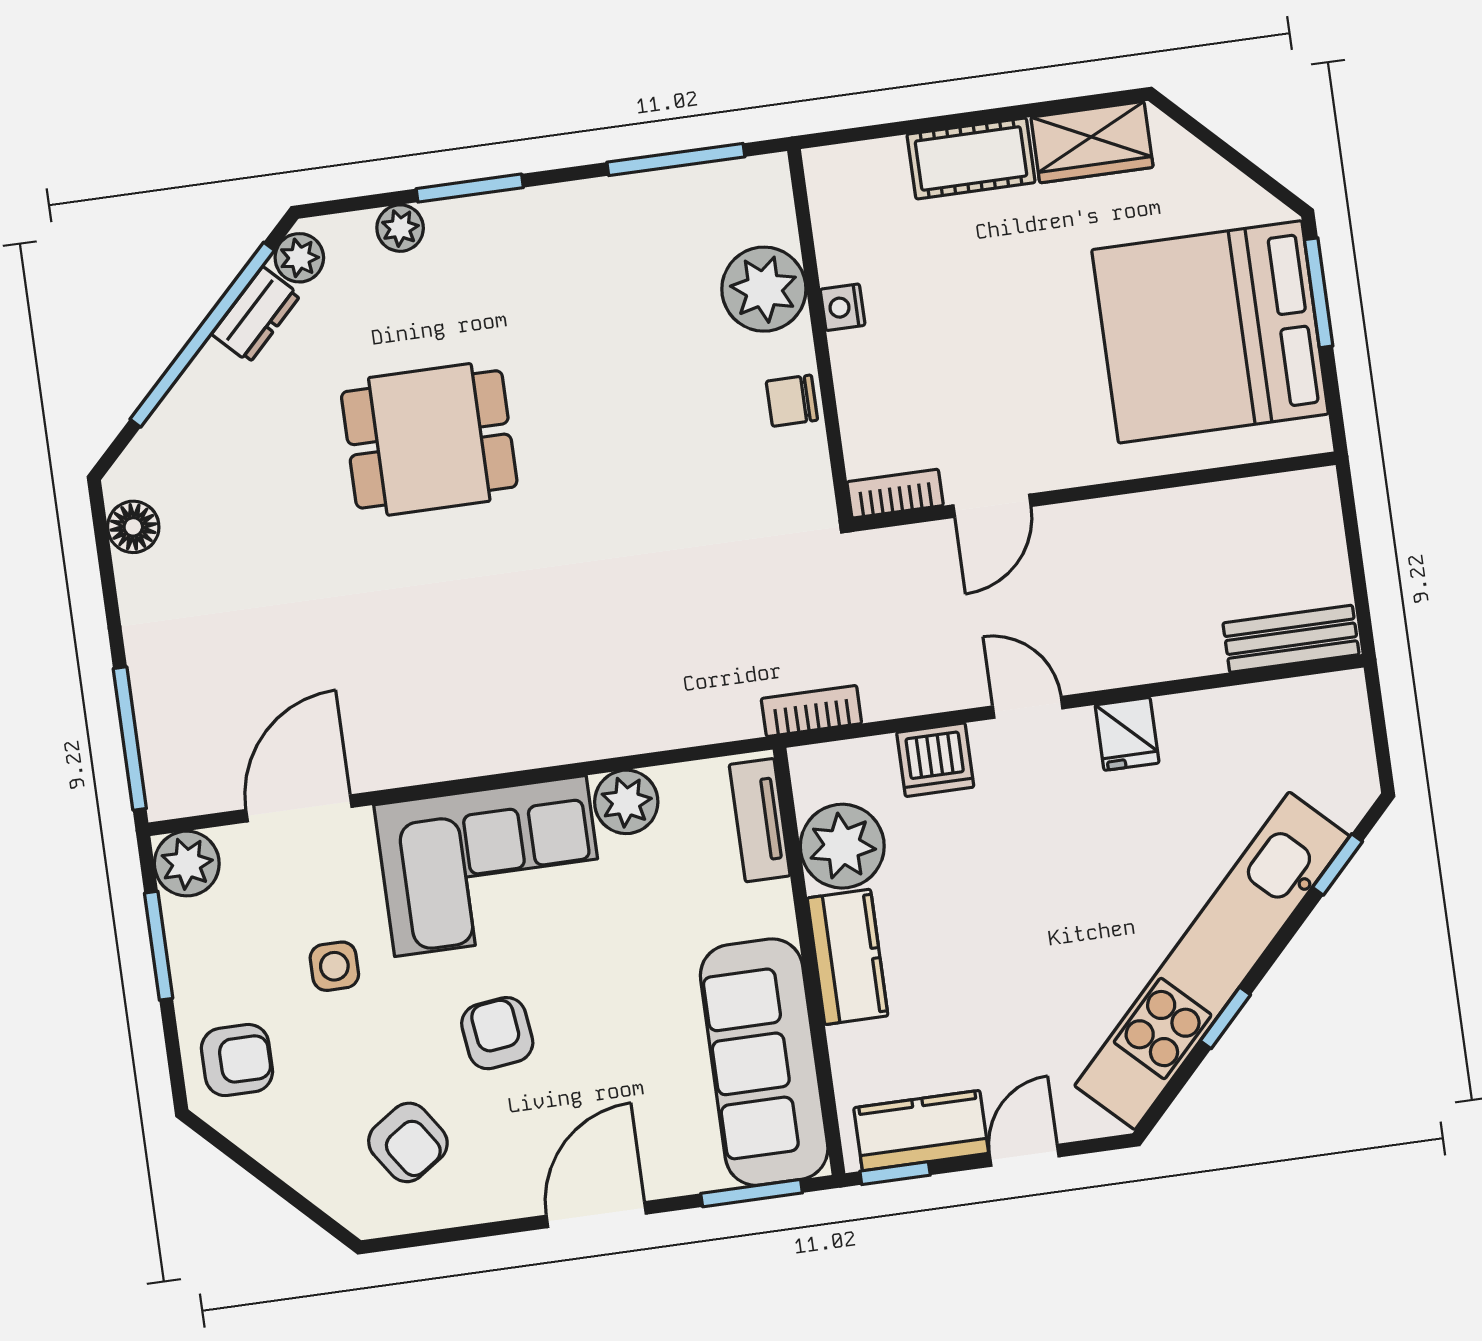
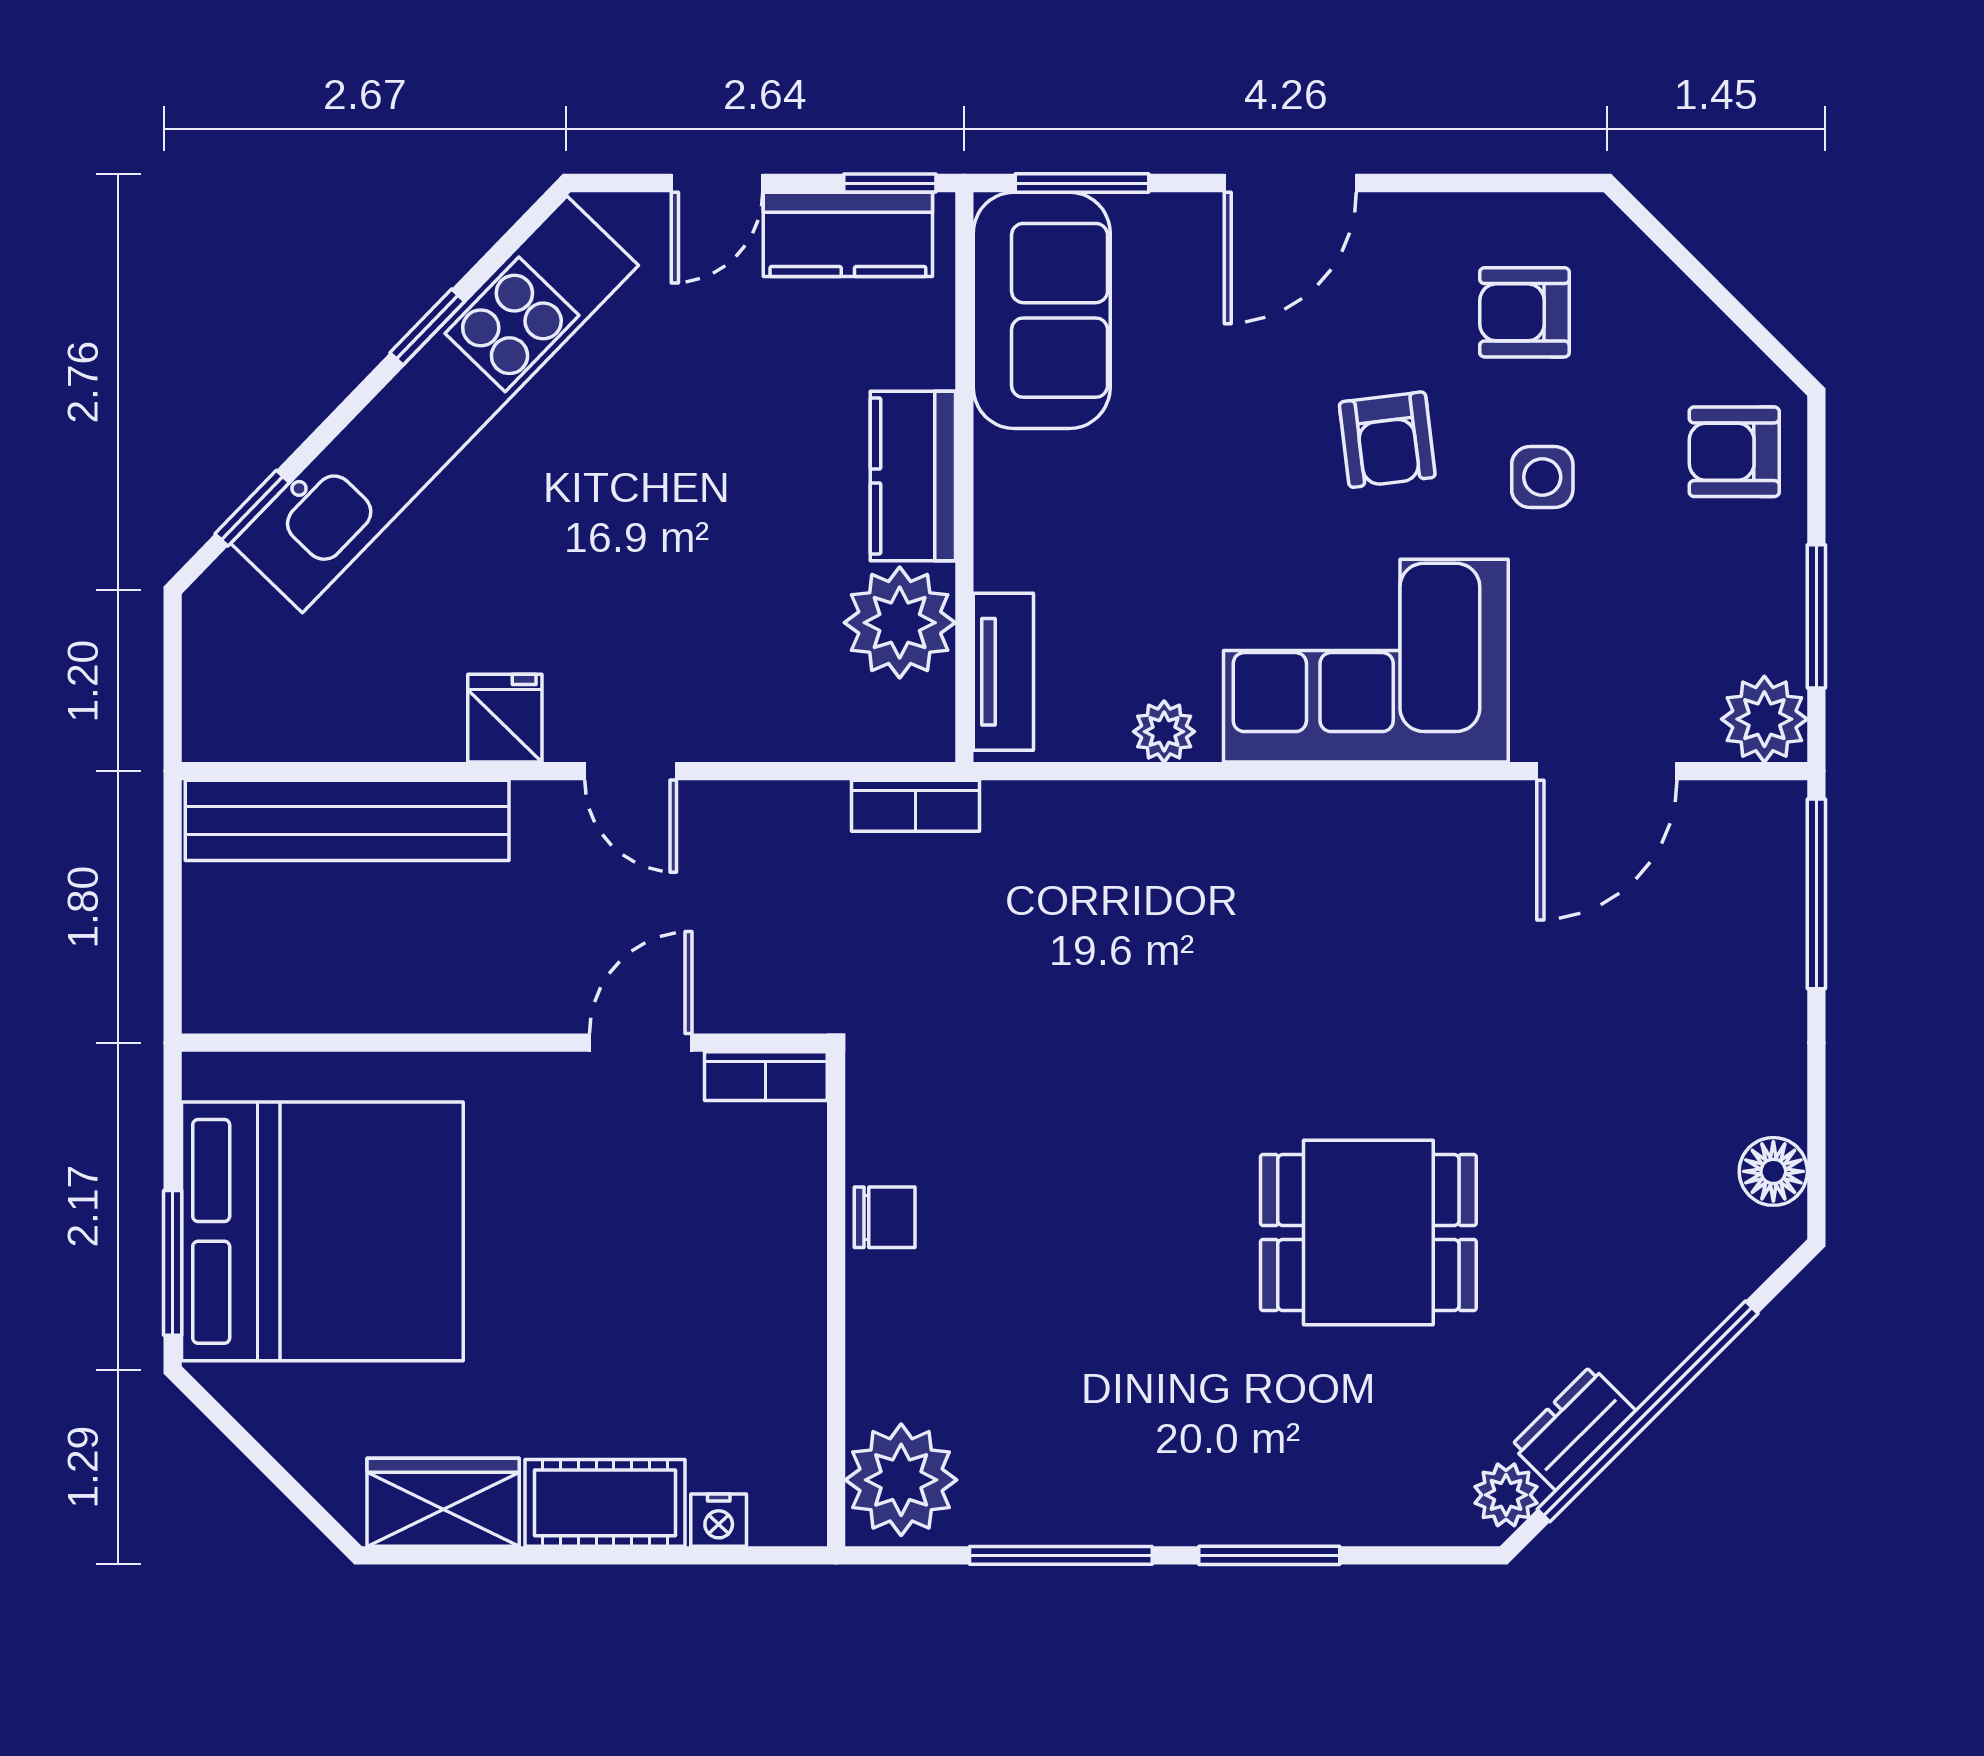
window: (676, 159) -> (1061, 1555), moved
plant: (400, 228) -> (1368, 1516), removed
plant: (764, 289) -> (901, 1480), moved
nightstand: (843, 307) -> (719, 1520), moved, turned 90
bench: (1291, 639) -> (347, 820), width x1.86, depth x1.21
dishwasher: (935, 760) -> (762, 719), removed
plant: (626, 802) -> (1164, 732), width x0.73, depth x0.73
side table: (334, 966) -> (1542, 477), moved
sofa: (764, 1062) -> (1042, 310), width x0.73
armchair: (408, 1142) -> (1525, 312), turned -56

